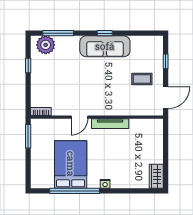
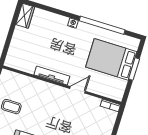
window: (28, 136) -> (134, 69), moved
bed: (71, 164) -> (111, 59), moved, turned 90

